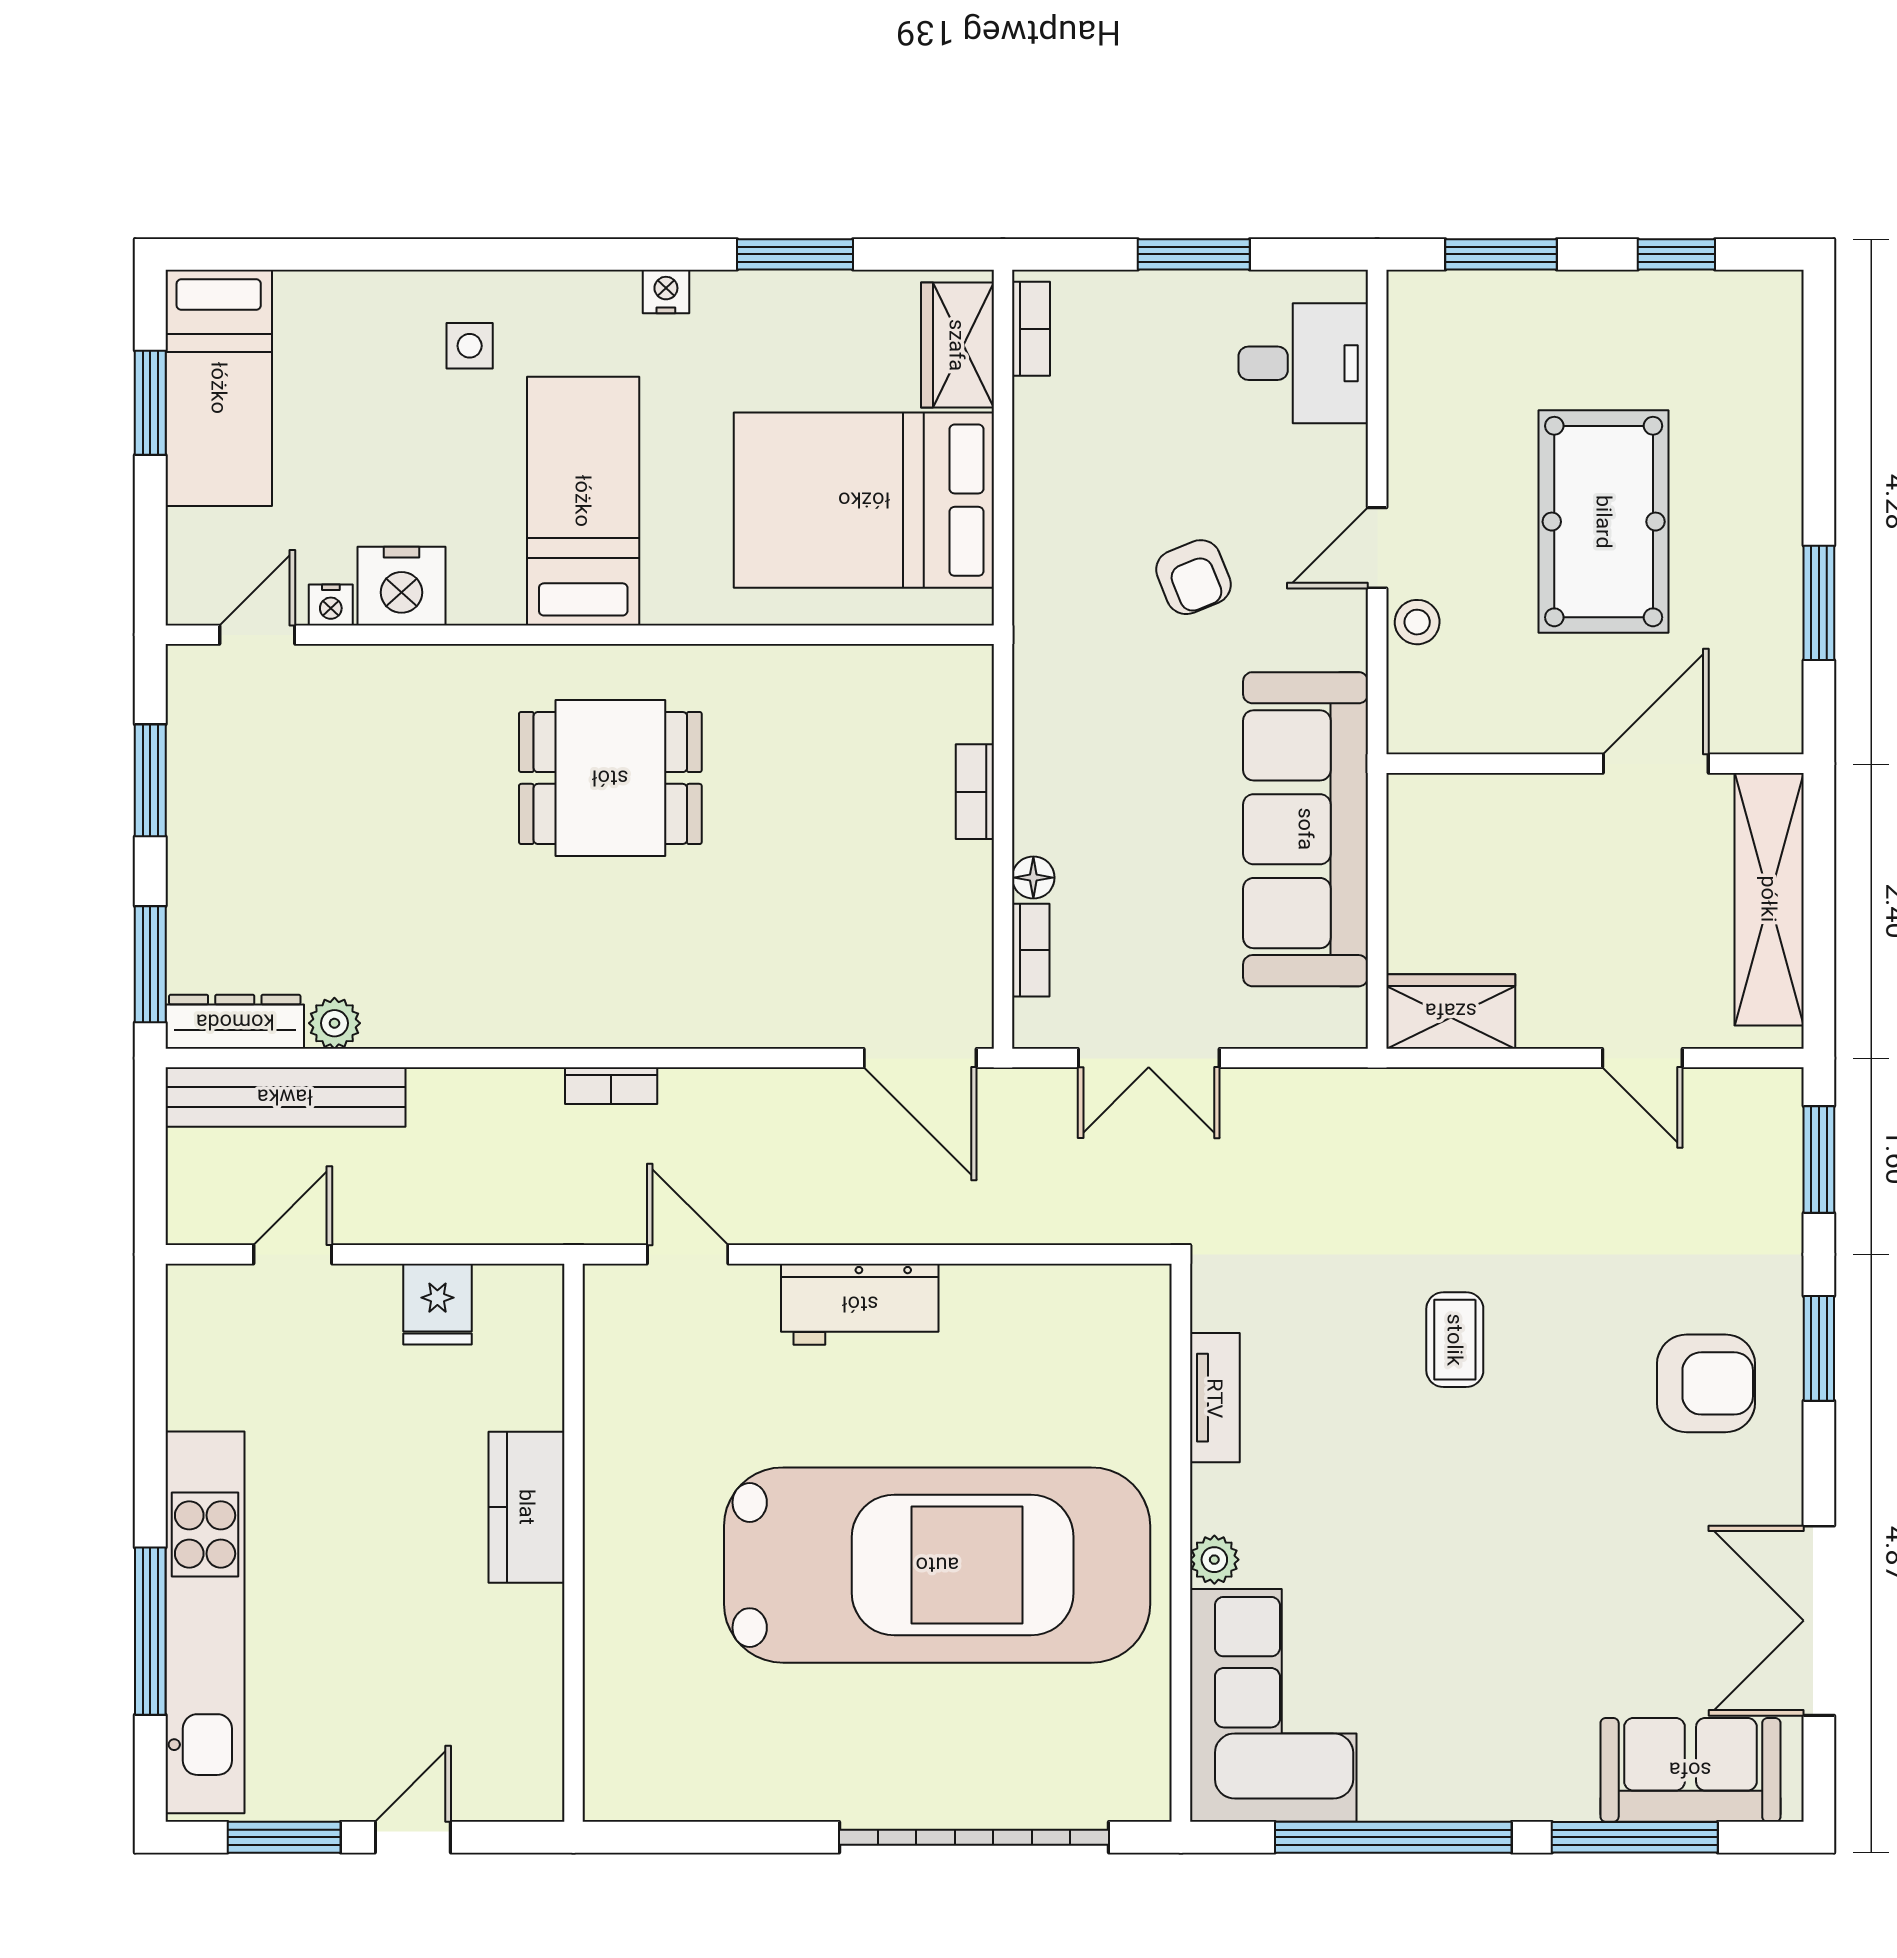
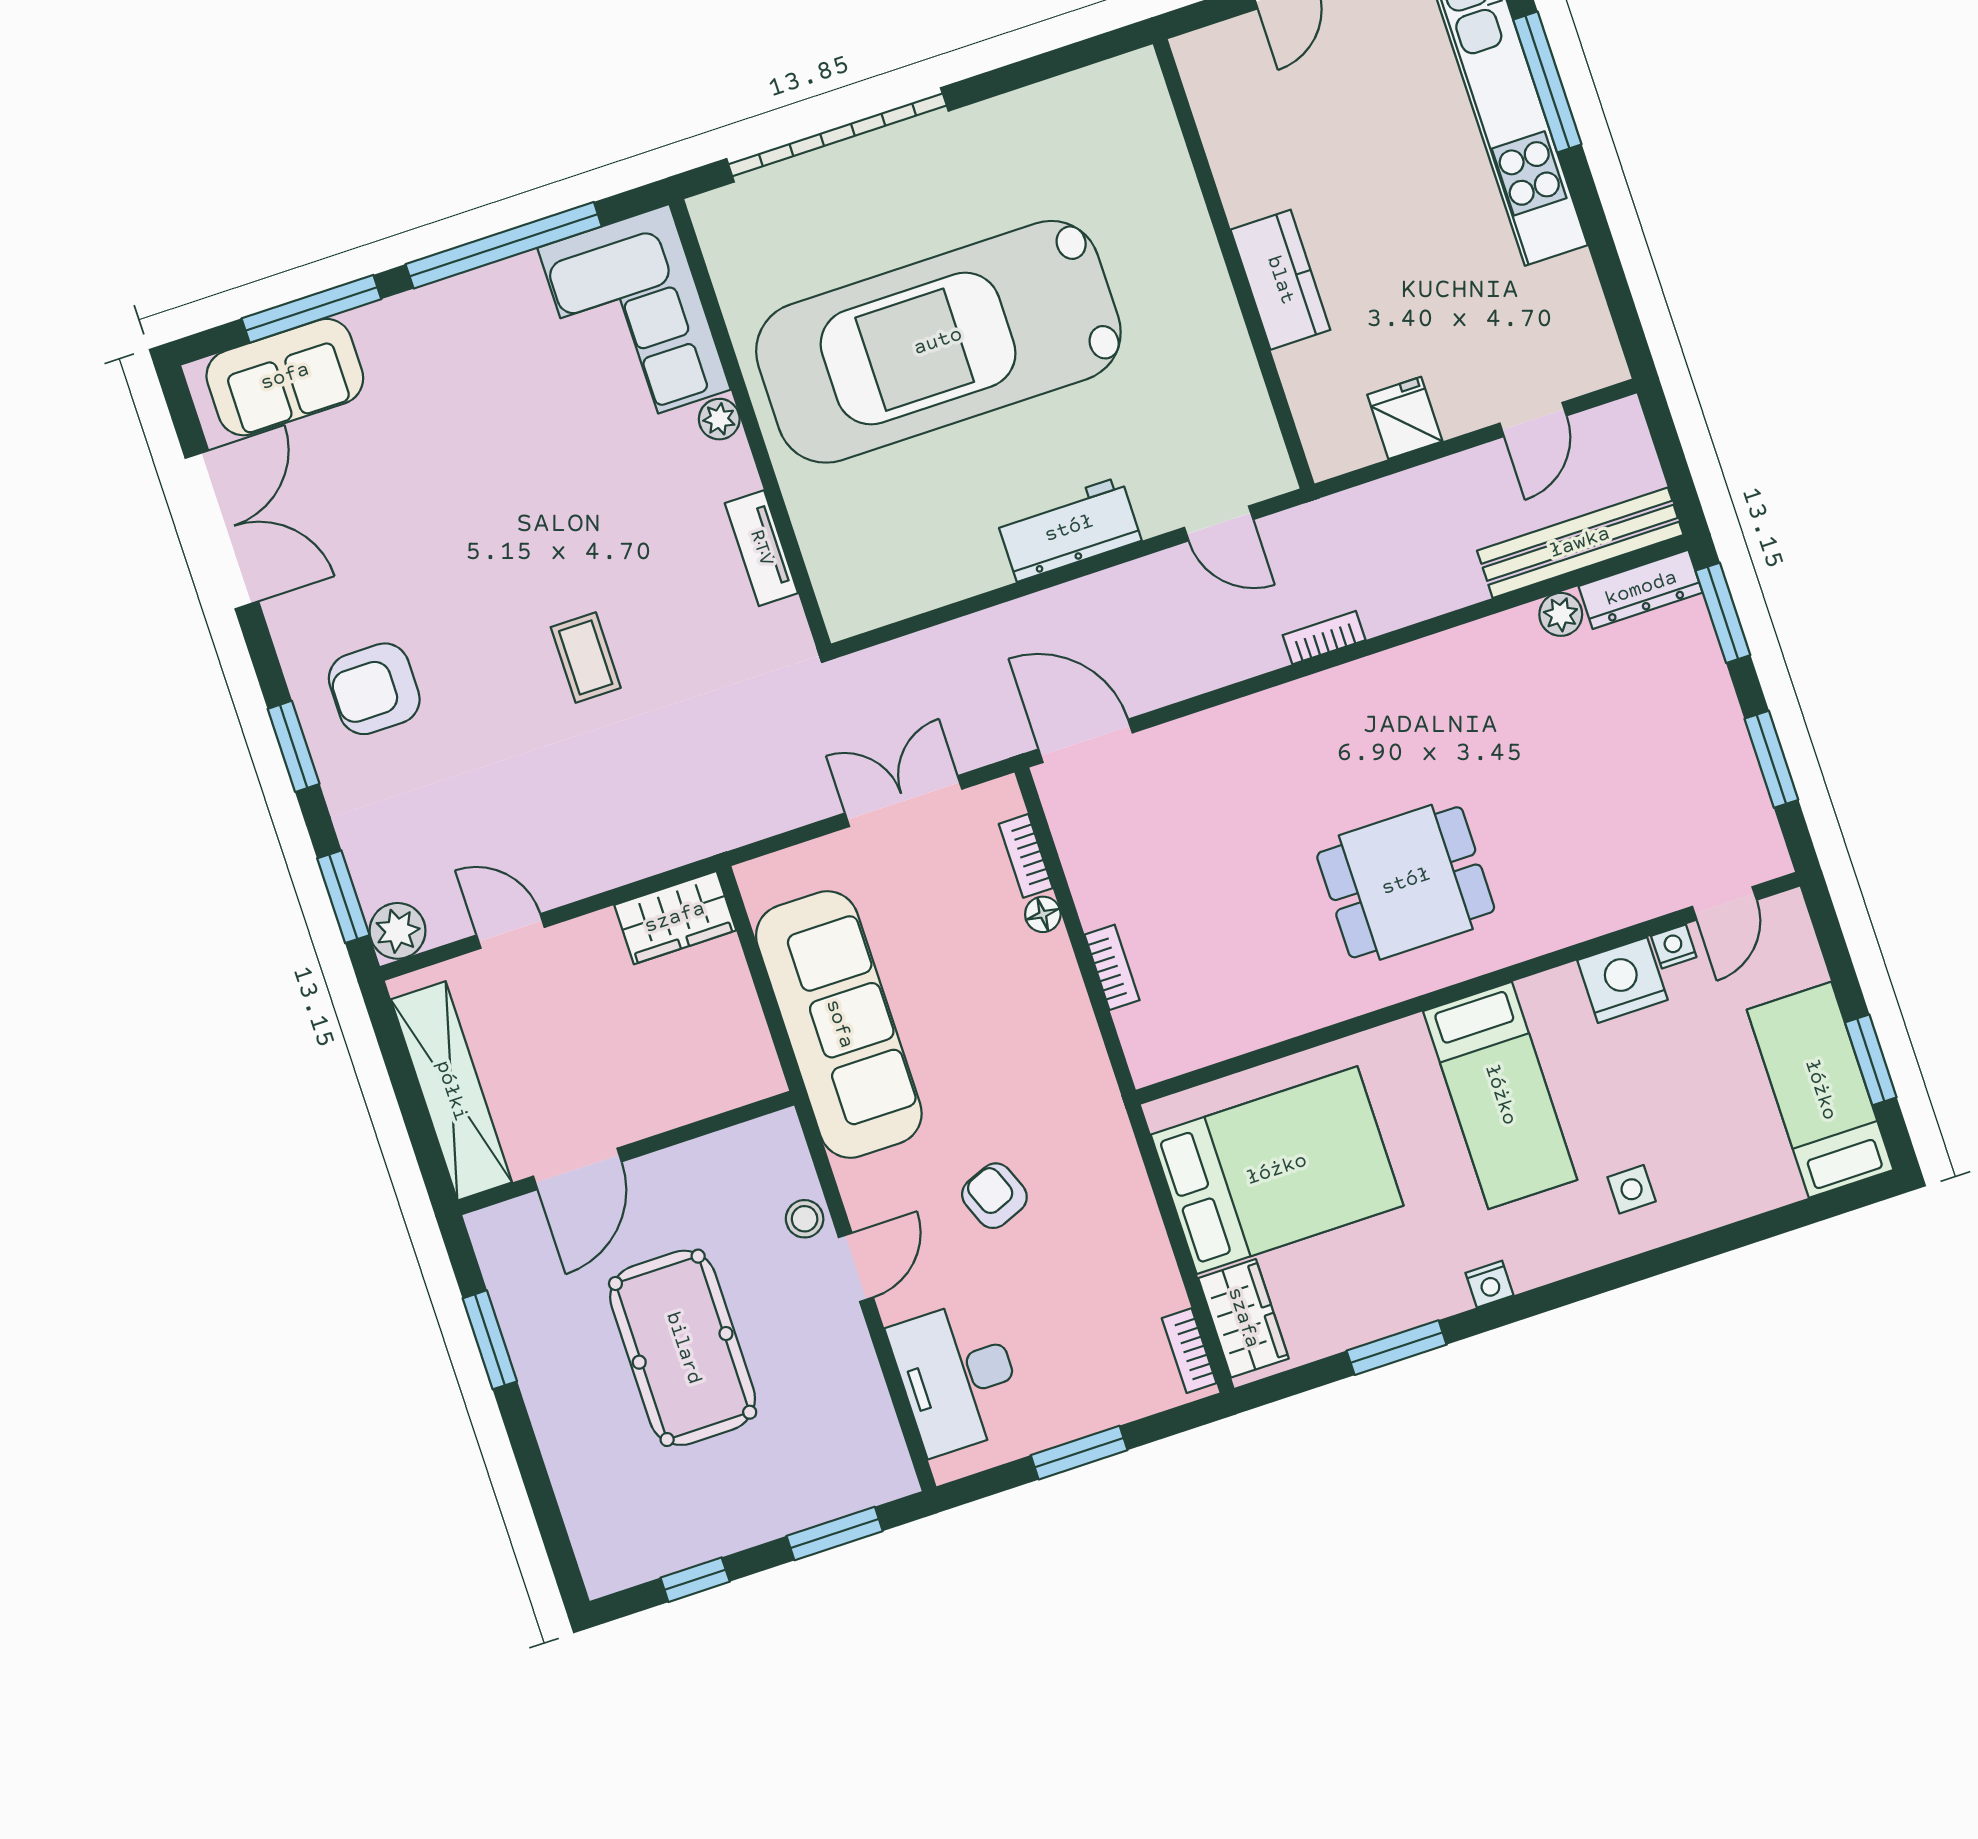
desk: (1303, 363) -> (957, 1377), width x1.37
plant: (1770, 1101) -> (398, 931), added

